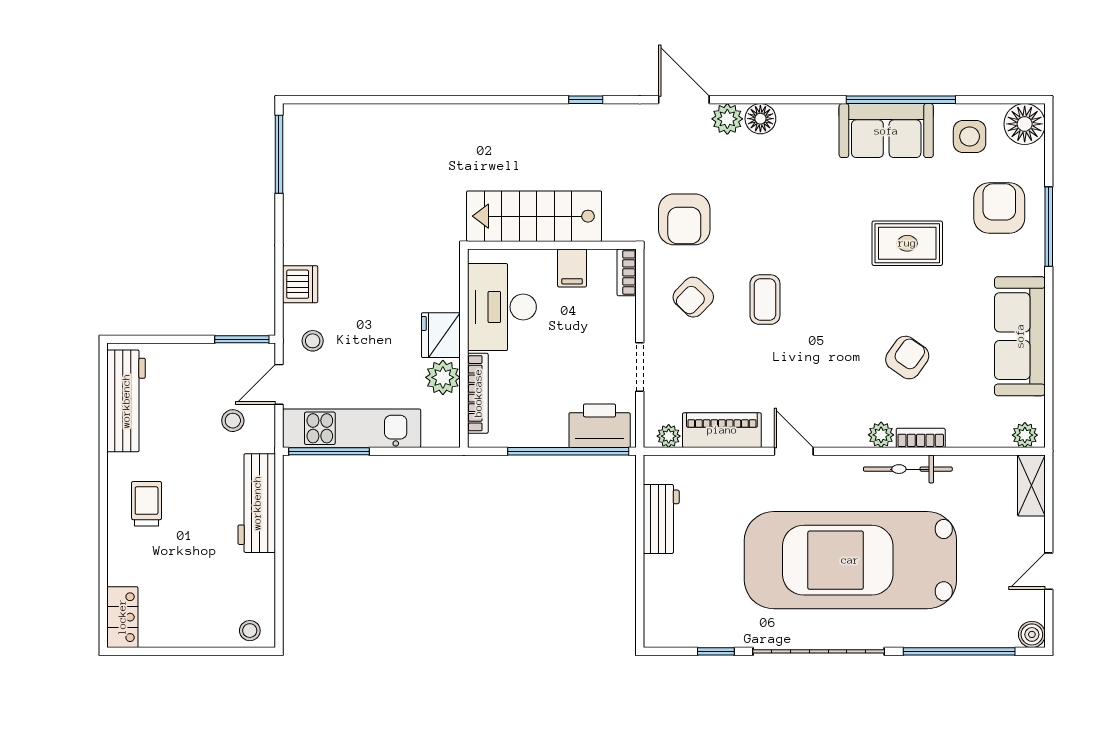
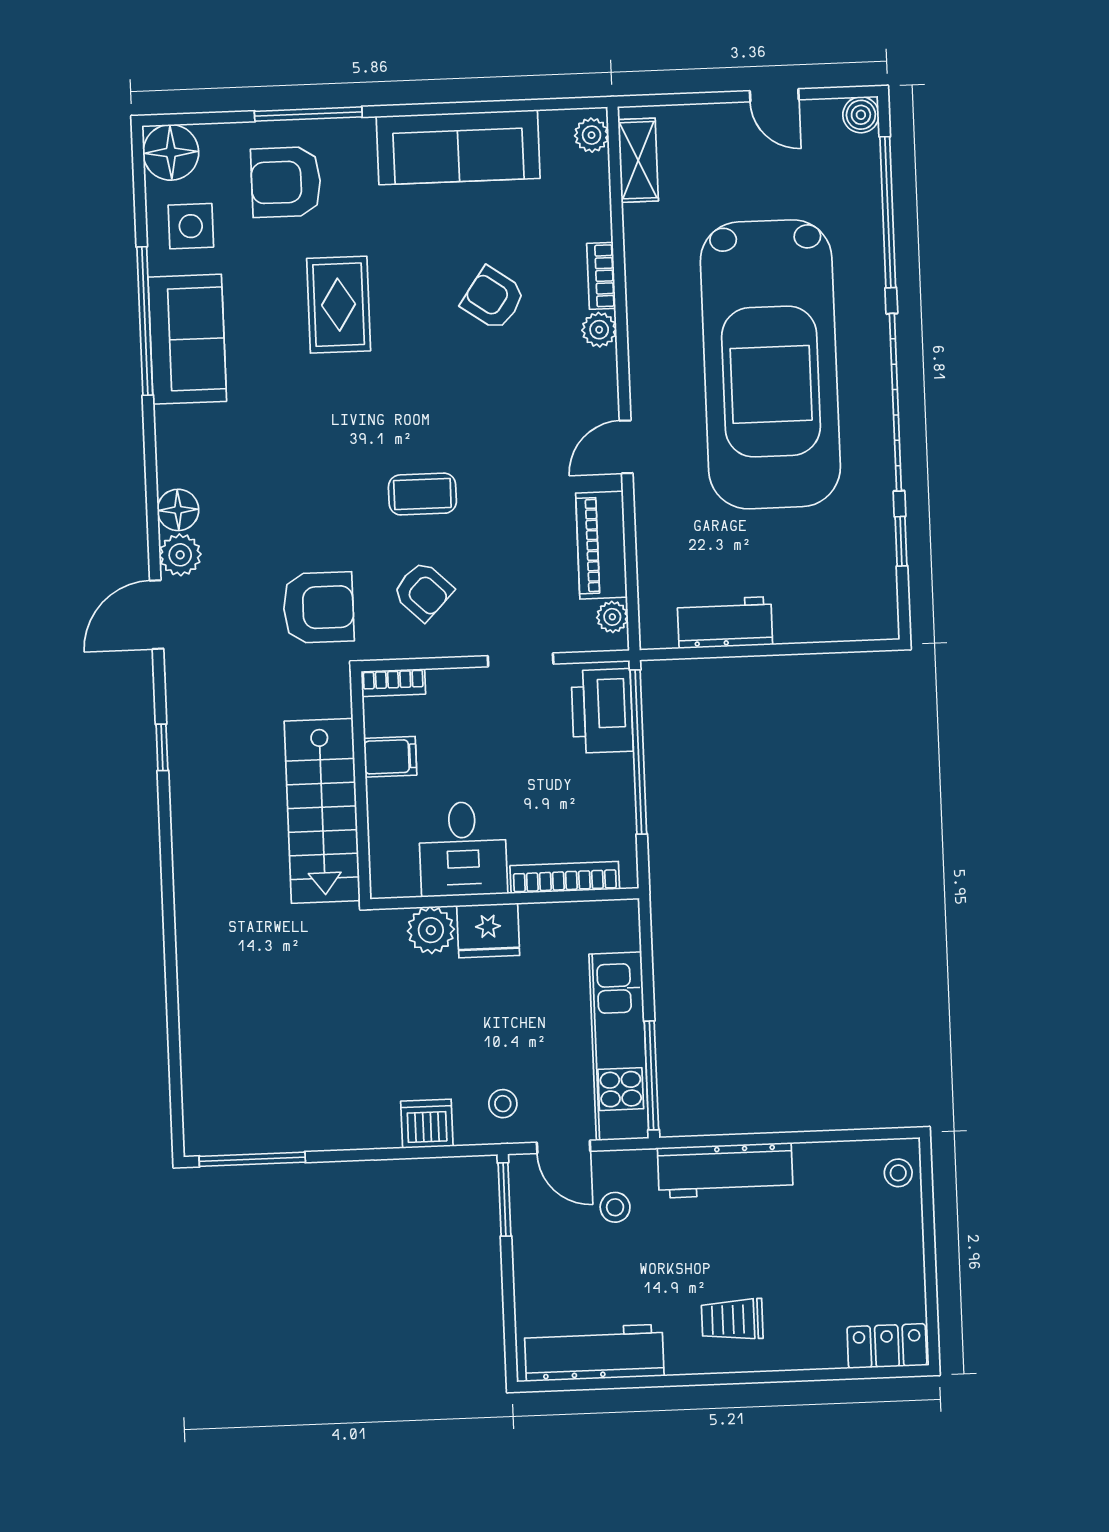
desk: (502, 307) -> (463, 849), width x0.73
plant: (443, 377) -> (431, 930), moved
bicycle: (908, 469) -> (644, 292), removed
shelving: (1031, 486) -> (638, 160), moved, turned 90

